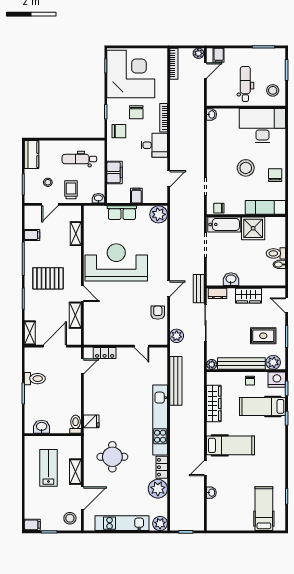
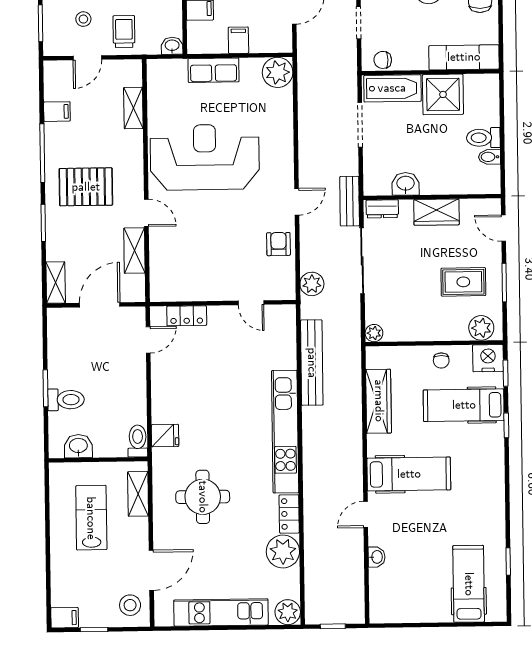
bench: (241, 364) -> (426, 331), removed
toilet: (35, 379) -> (66, 400), moved
shelving: (75, 472) -> (138, 494), moved

